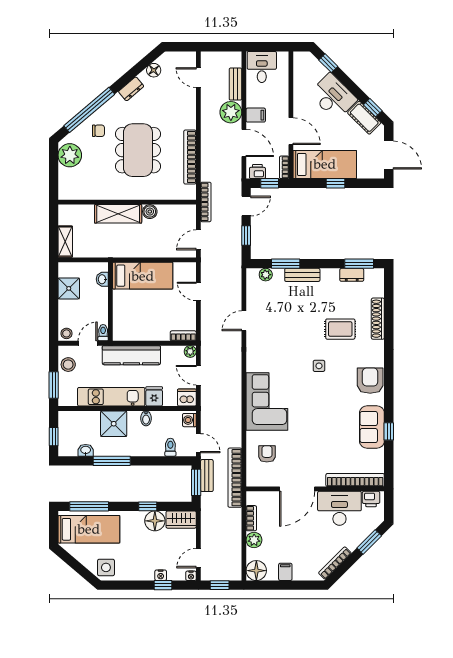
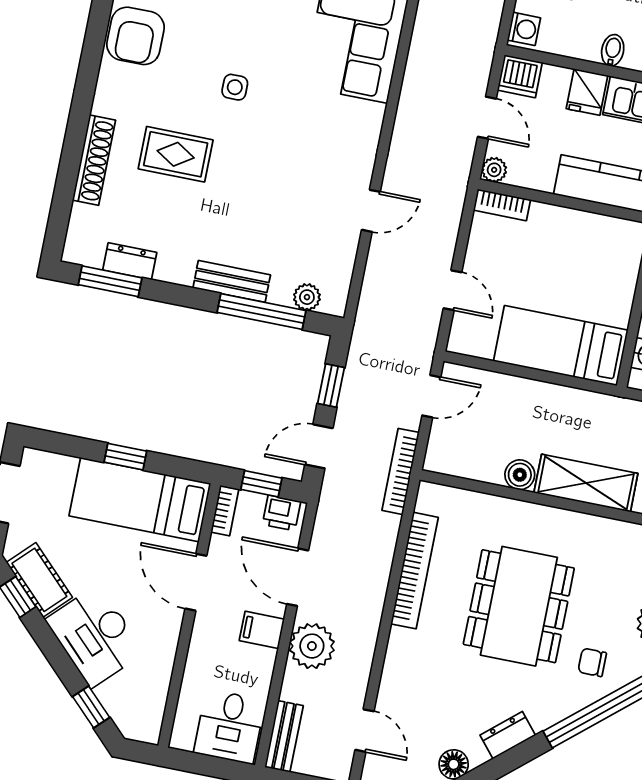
bench: (235, 84) -> (284, 736), moved
window: (286, 264) -> (262, 312), width x1.44

